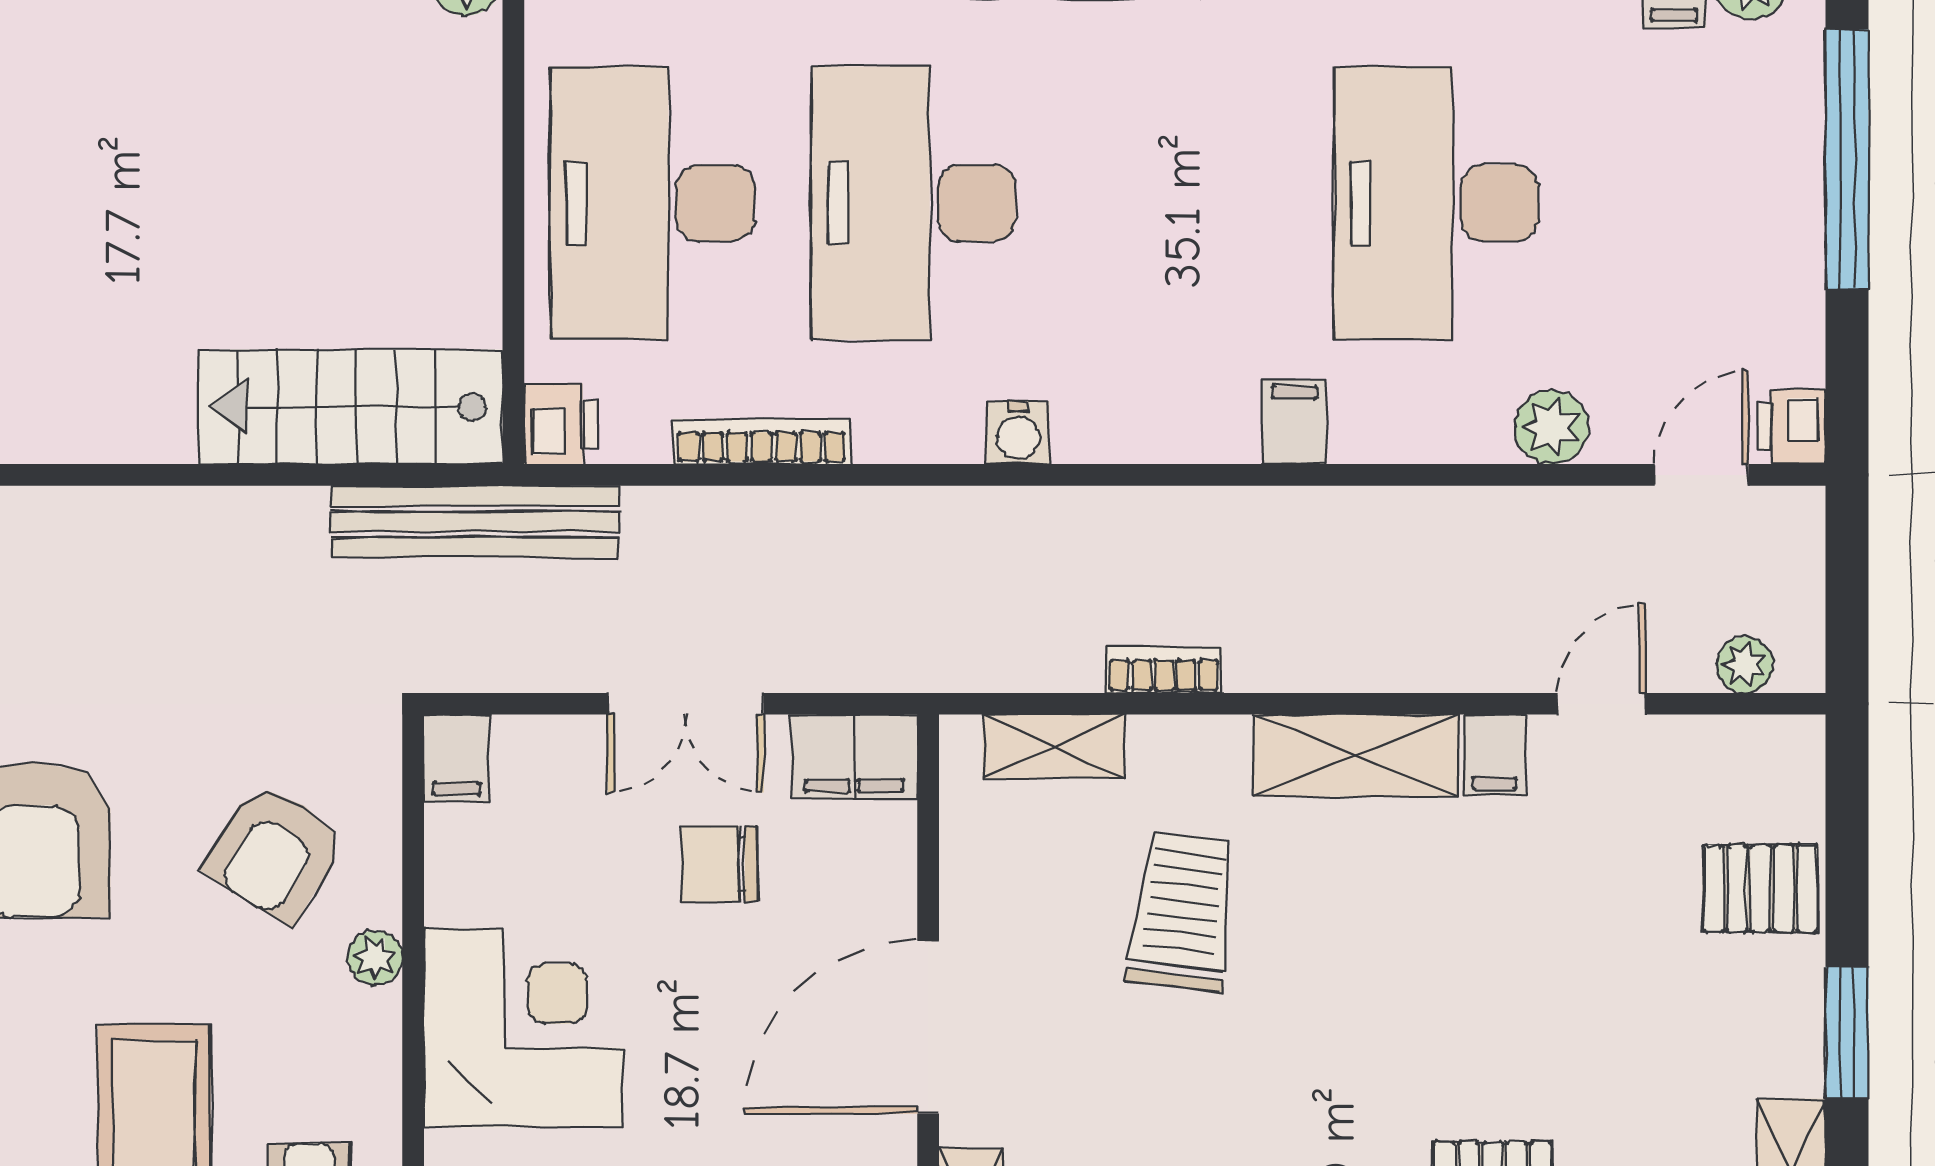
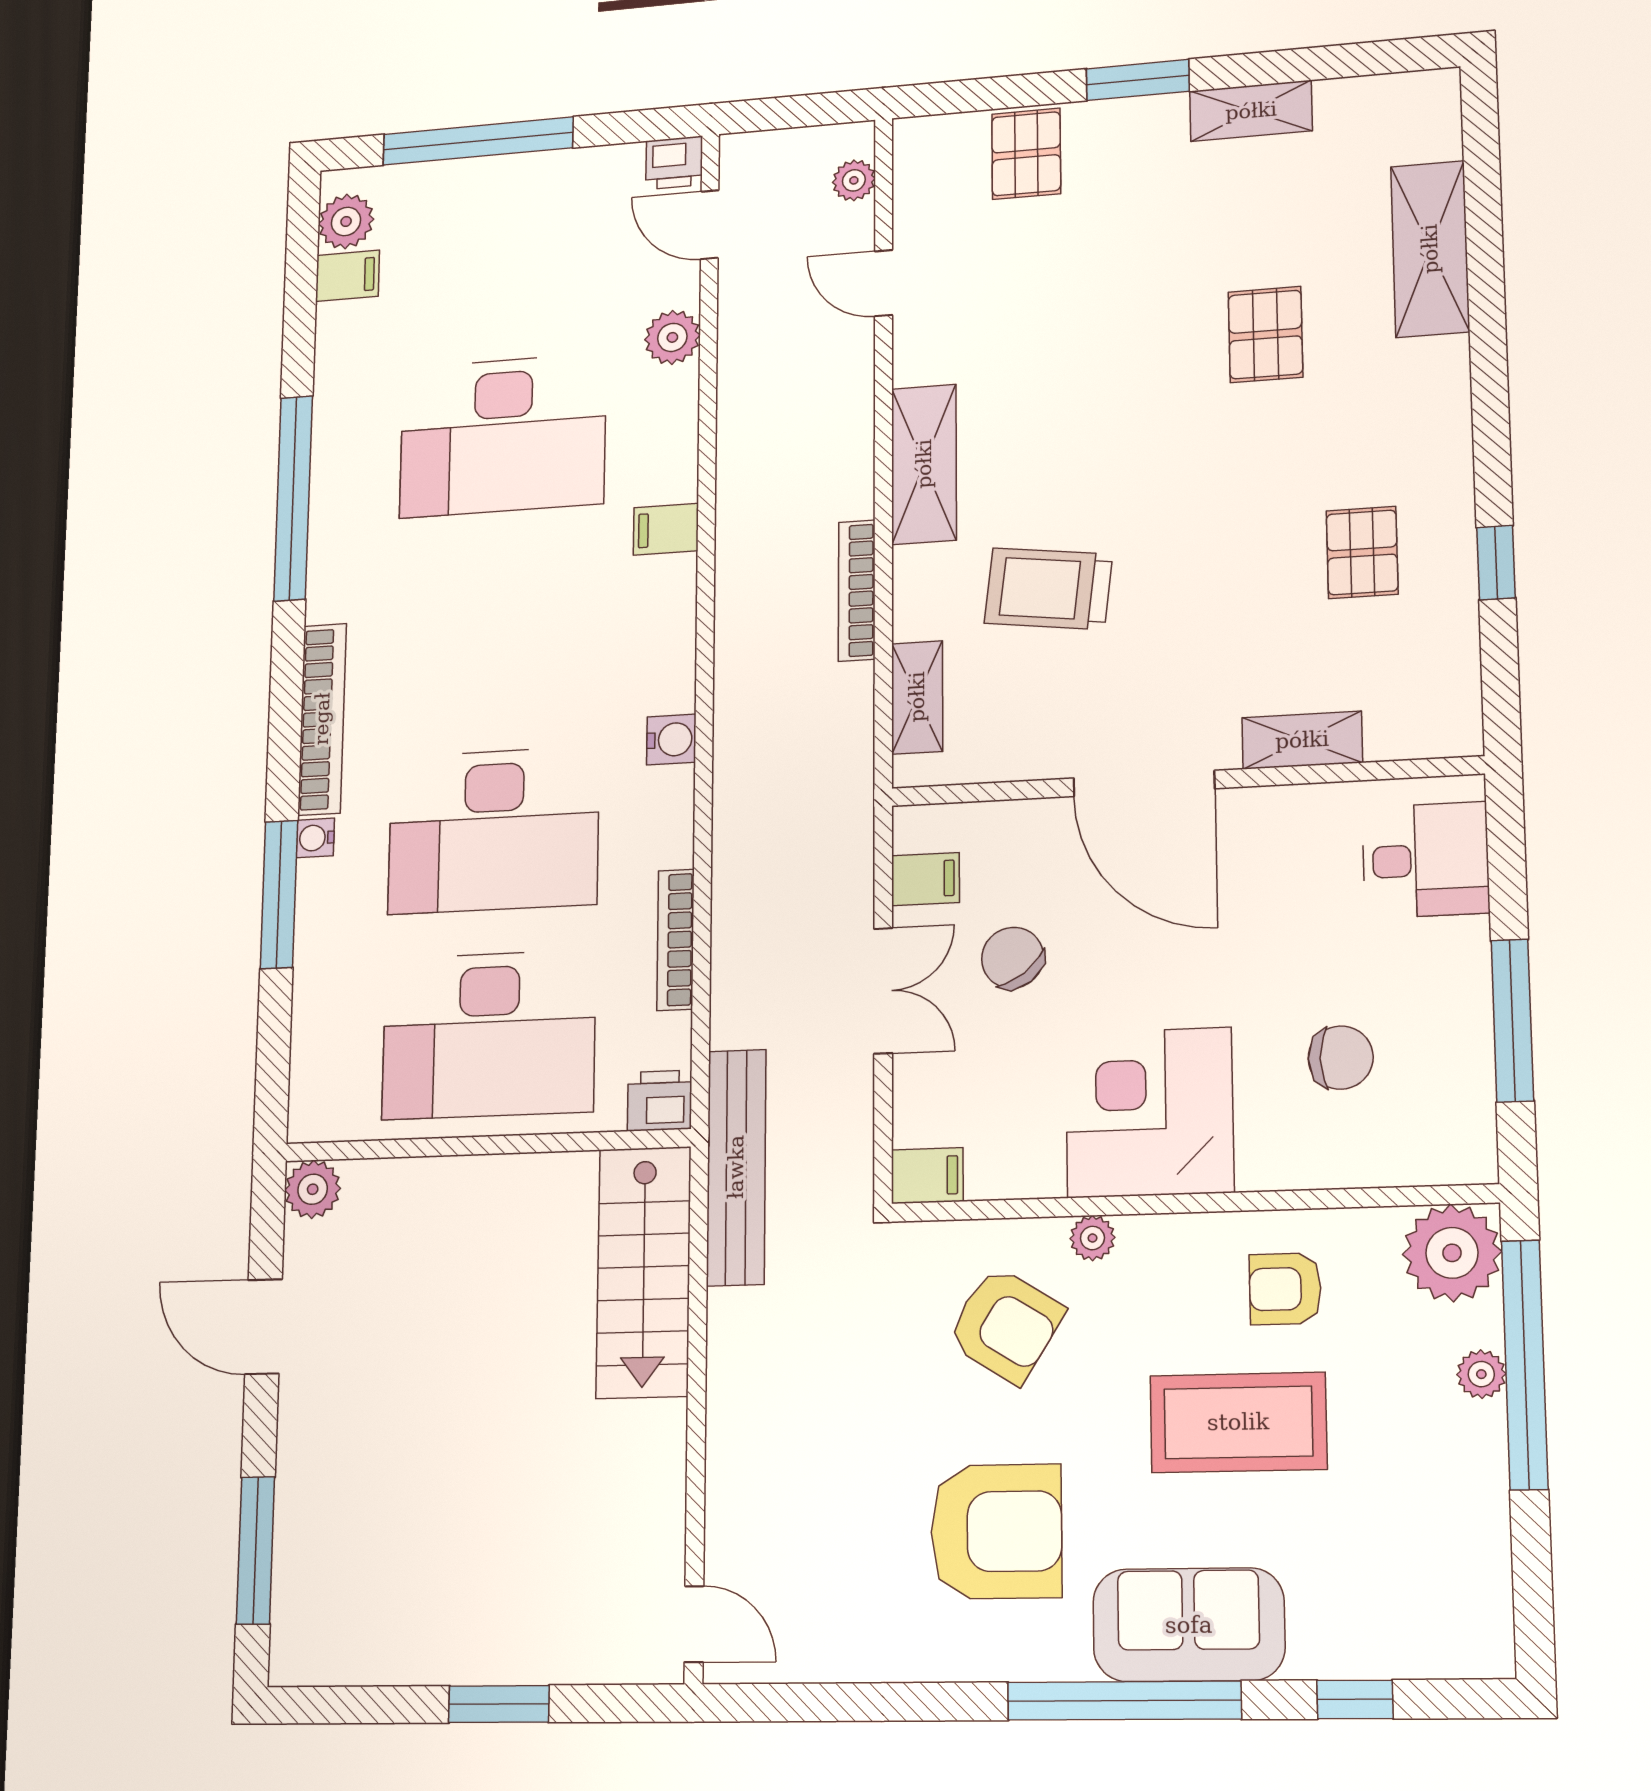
bookcase: (1164, 670) -> (857, 591), width x1.56
filing cabinet: (1495, 755) -> (923, 360), removed
filing cabinet: (854, 757) -> (925, 879), width x0.50
chair: (719, 864) -> (1013, 958), turned 143

